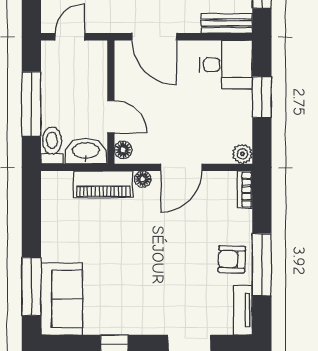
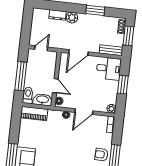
door: (154, 37) -> (78, 53), hinge flipped
piano: (103, 184) -> (34, 113), moved

